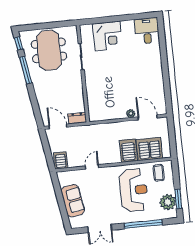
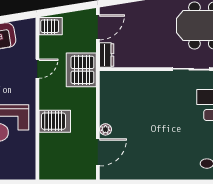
server rack: (149, 149) -> (81, 70), moved, turned 180
door: (92, 167) -> (37, 69), hinge flipped
coffee table: (159, 173) -> (20, 160), removed

